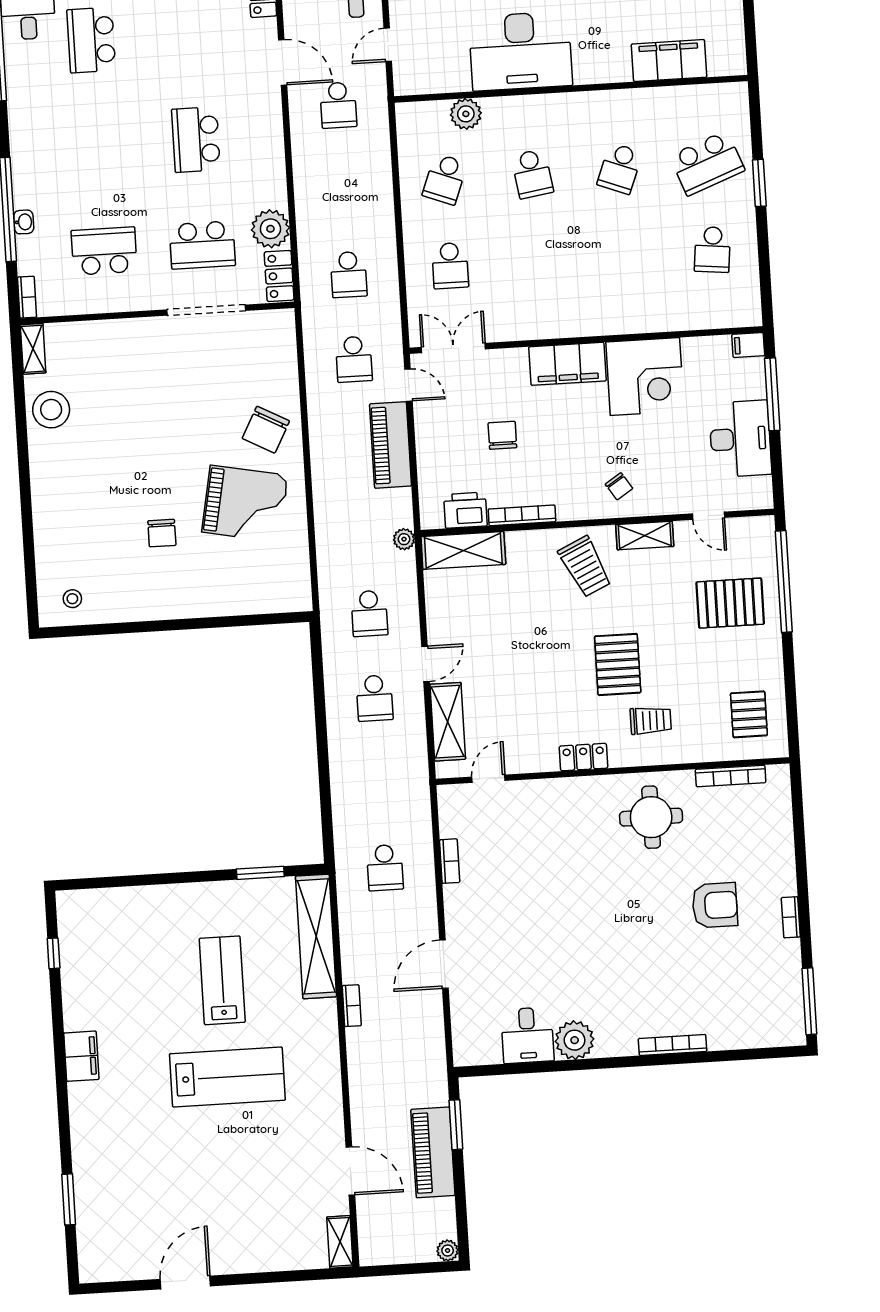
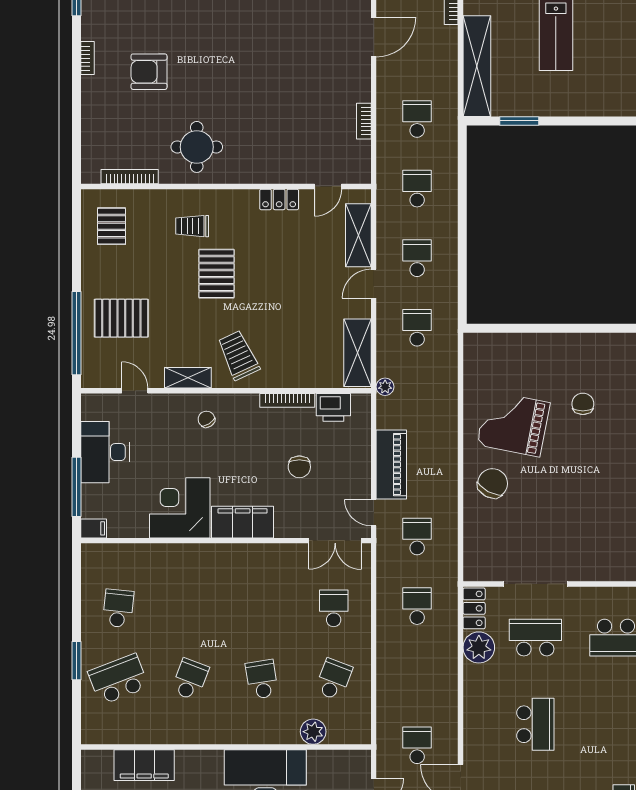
shelving: (463, 550) -> (357, 353), moved, turned 90
locker: (583, 757) -> (279, 199), moved
school desk: (380, 783) -> (417, 189), added

